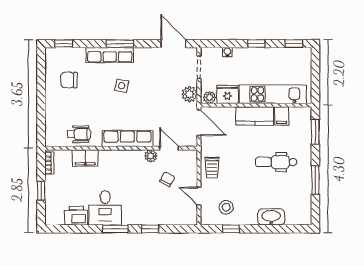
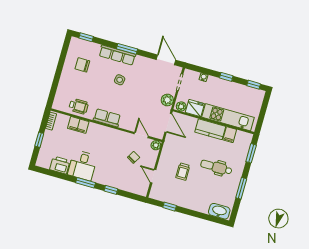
row of seats: (127, 139) -> (107, 118), width x0.68
plant: (151, 156) -> (156, 145), moved
trolley: (212, 168) -> (183, 172), moved
stool: (226, 207) -> (171, 190), removed
washbasin: (271, 217) -> (219, 211), moved

